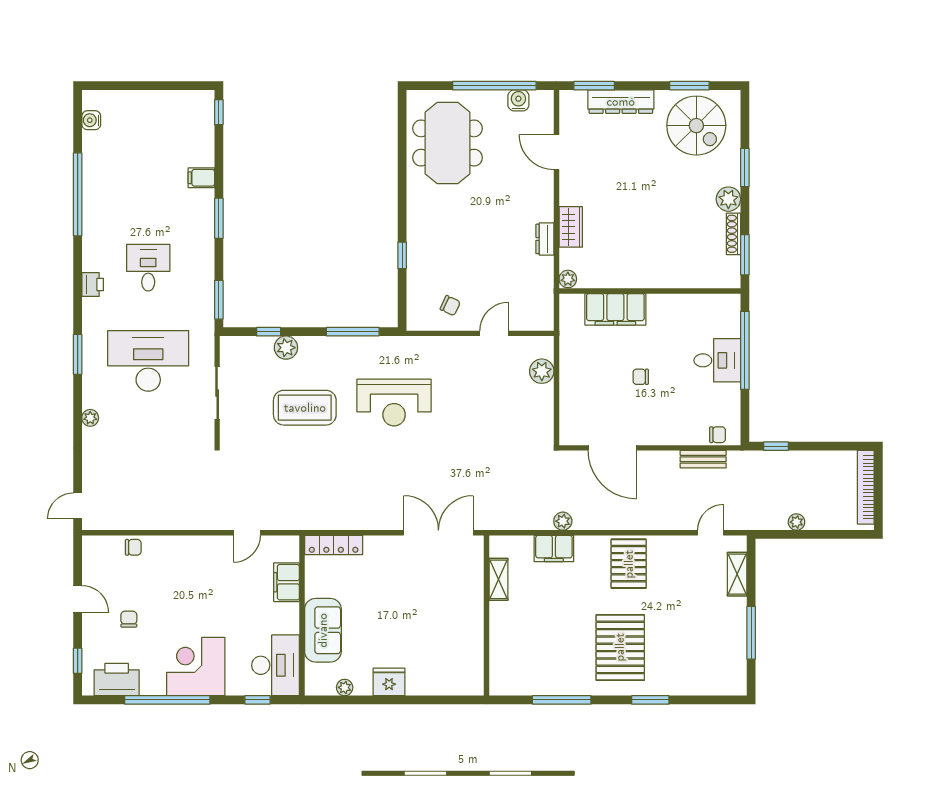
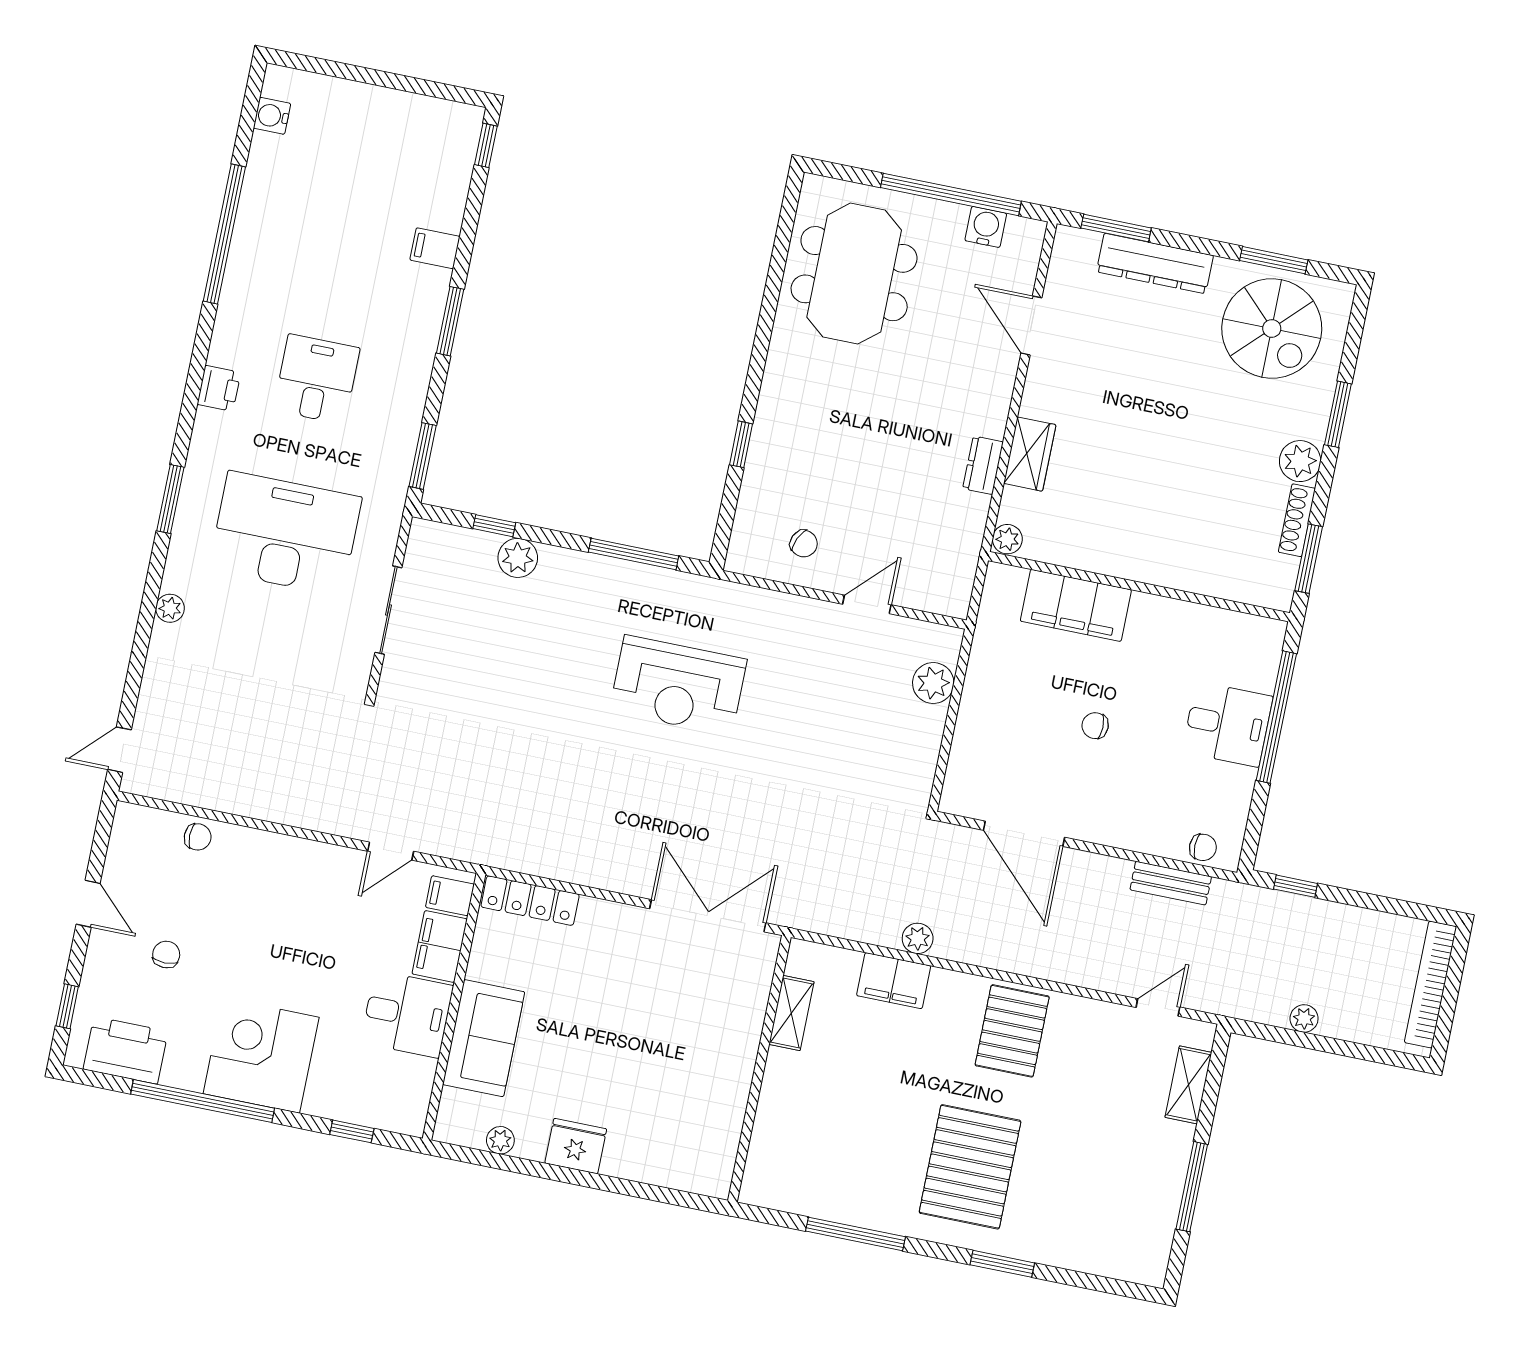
coffee table: (305, 408) -> (529, 664), removed
filing cabinet: (287, 552) -> (450, 896), added
desk: (276, 665) -> (407, 1014), moved, width x0.73

